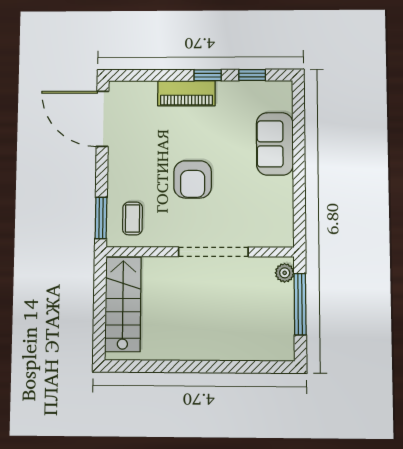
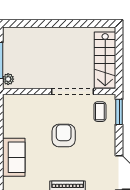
doorway: (213, 252) -> (73, 92), moved

